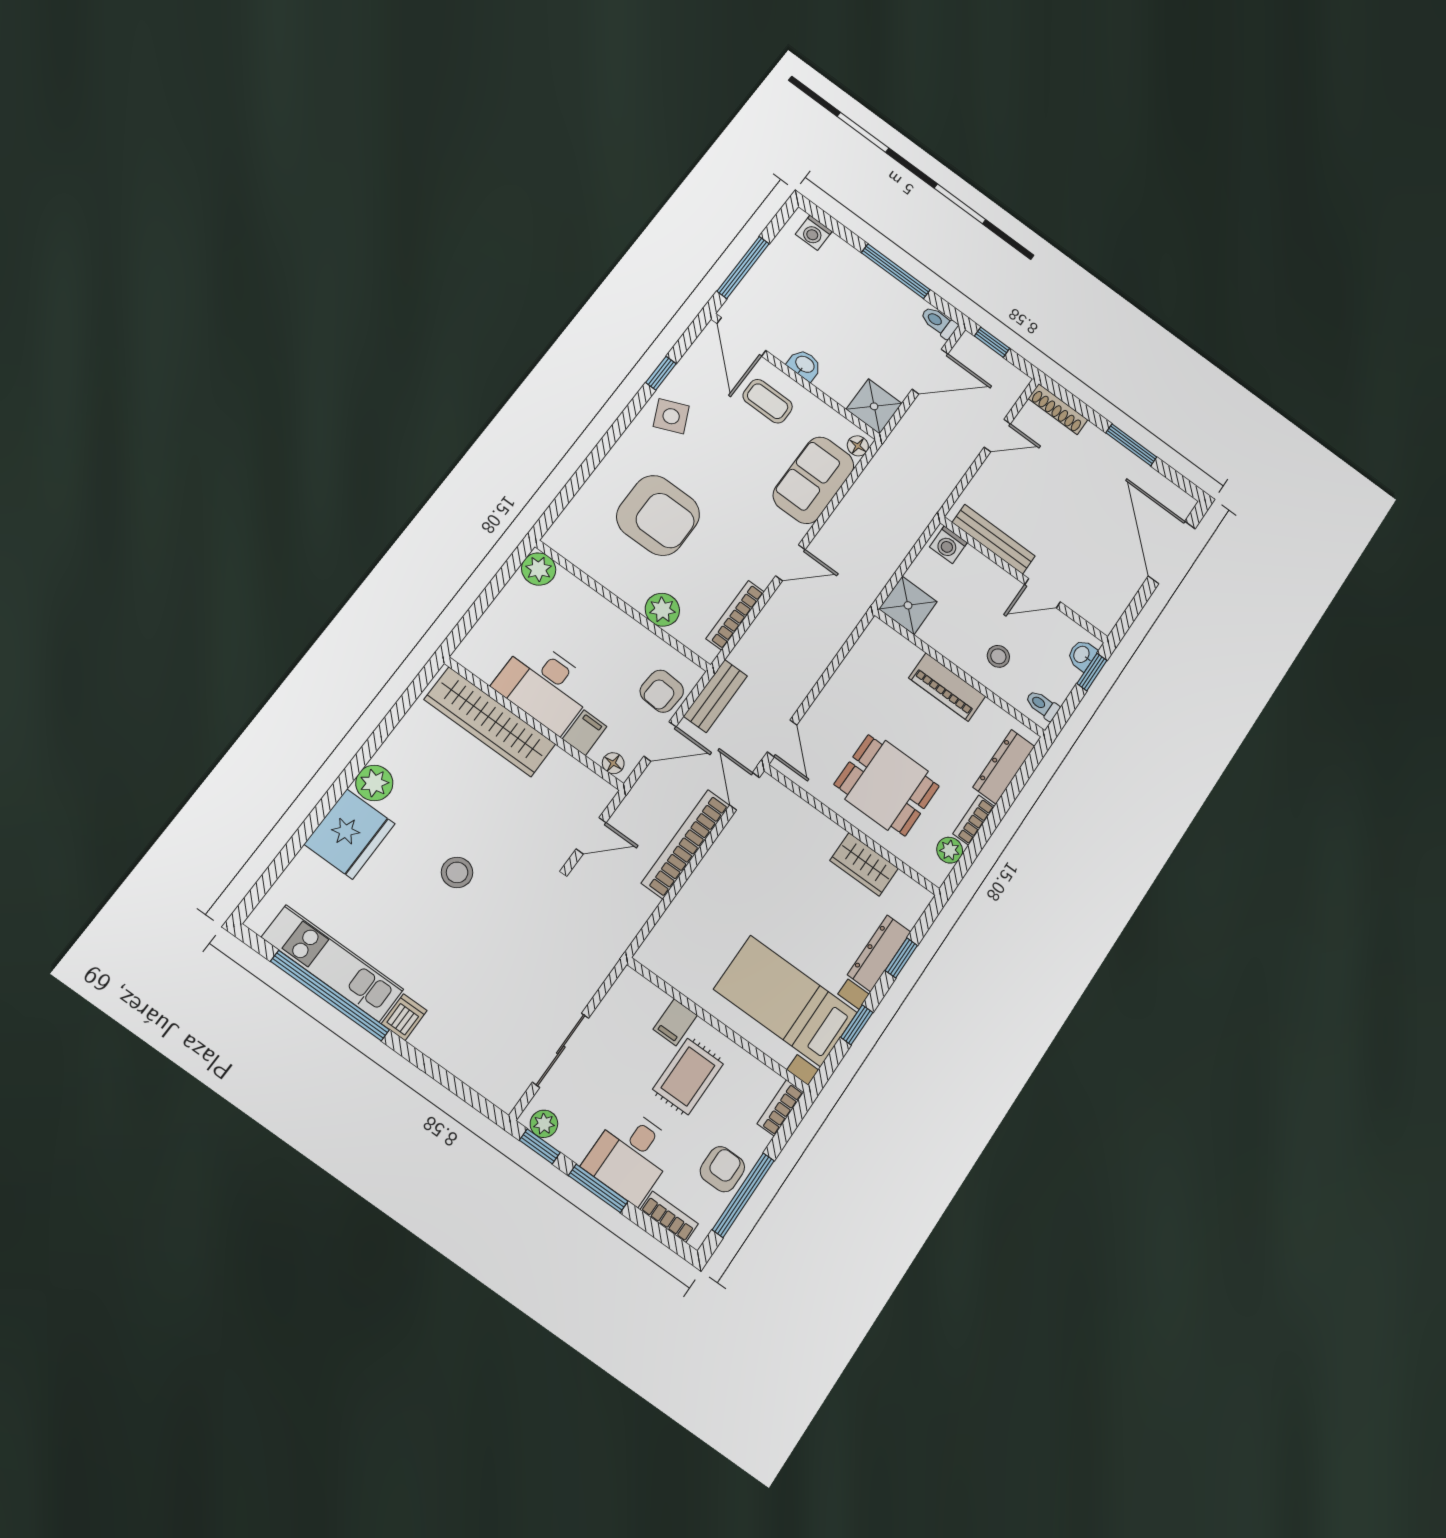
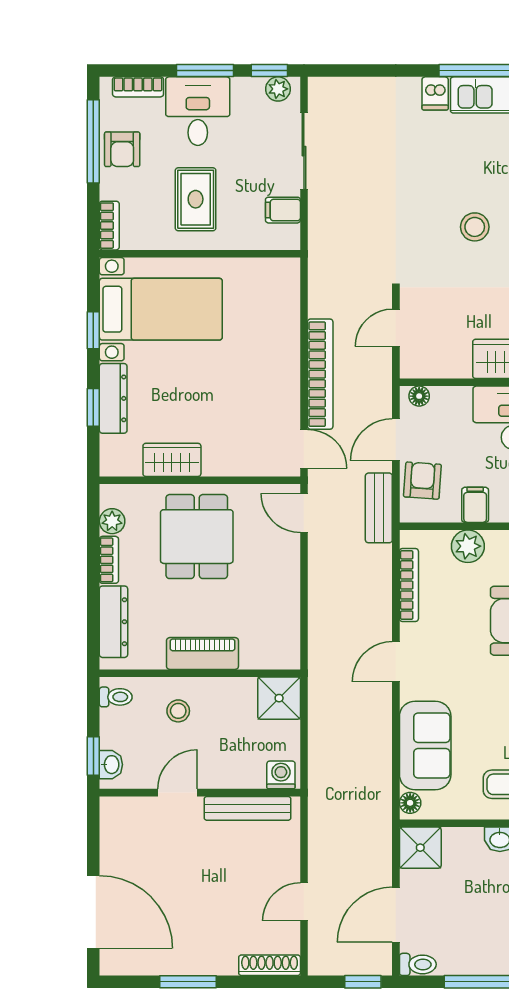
filing cabinet: (585, 733) -> (475, 505), moved, turned 180
dining table: (887, 785) -> (197, 537), turned 90
filing cabinet: (675, 1022) -> (283, 210), moved, turned -90

